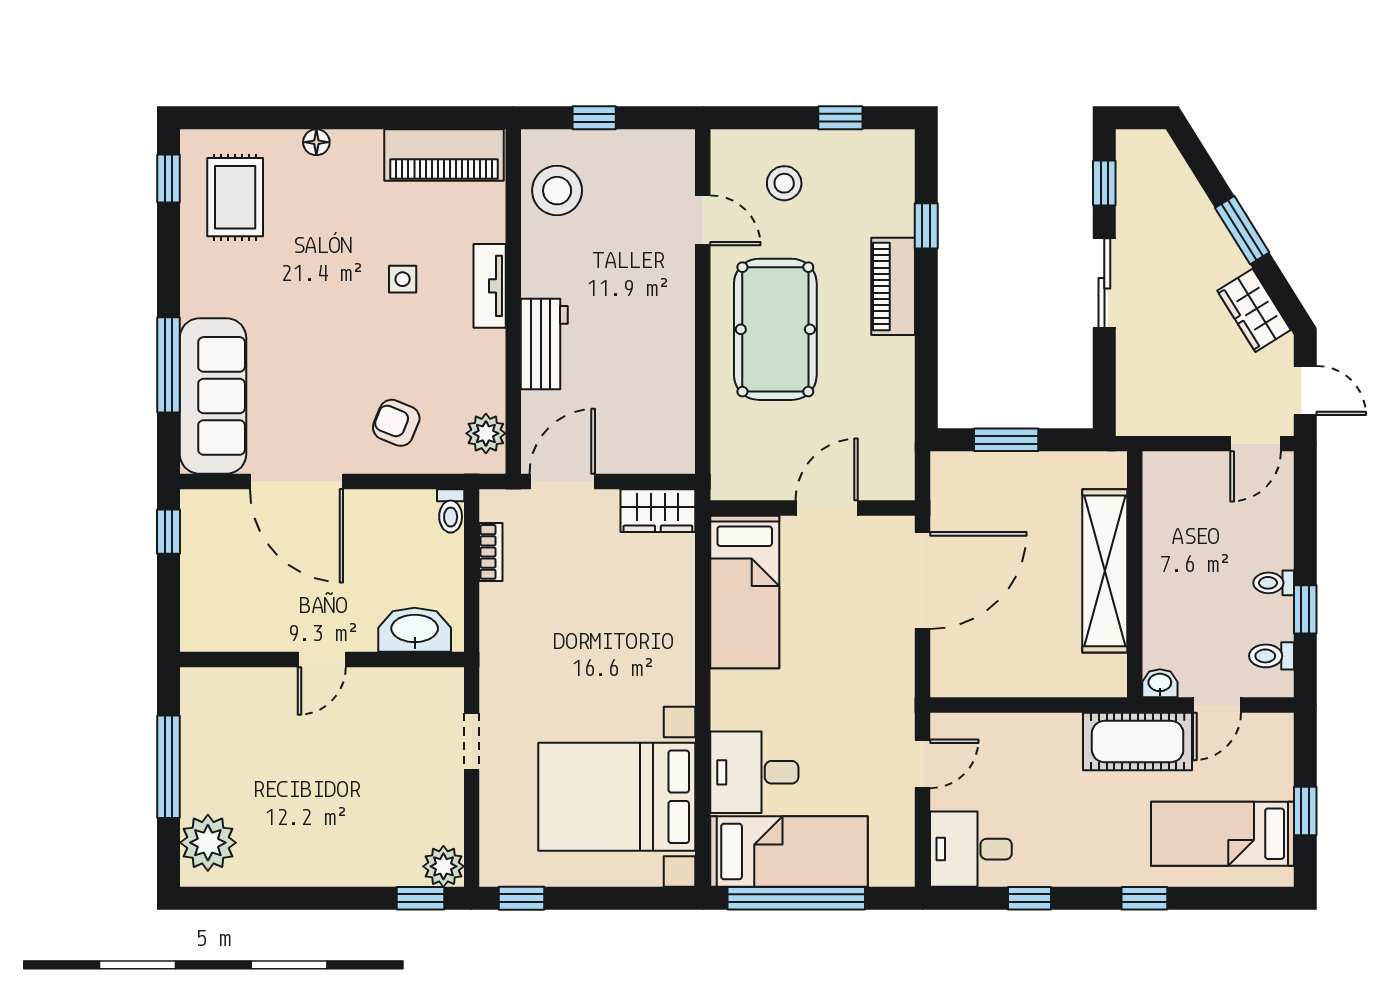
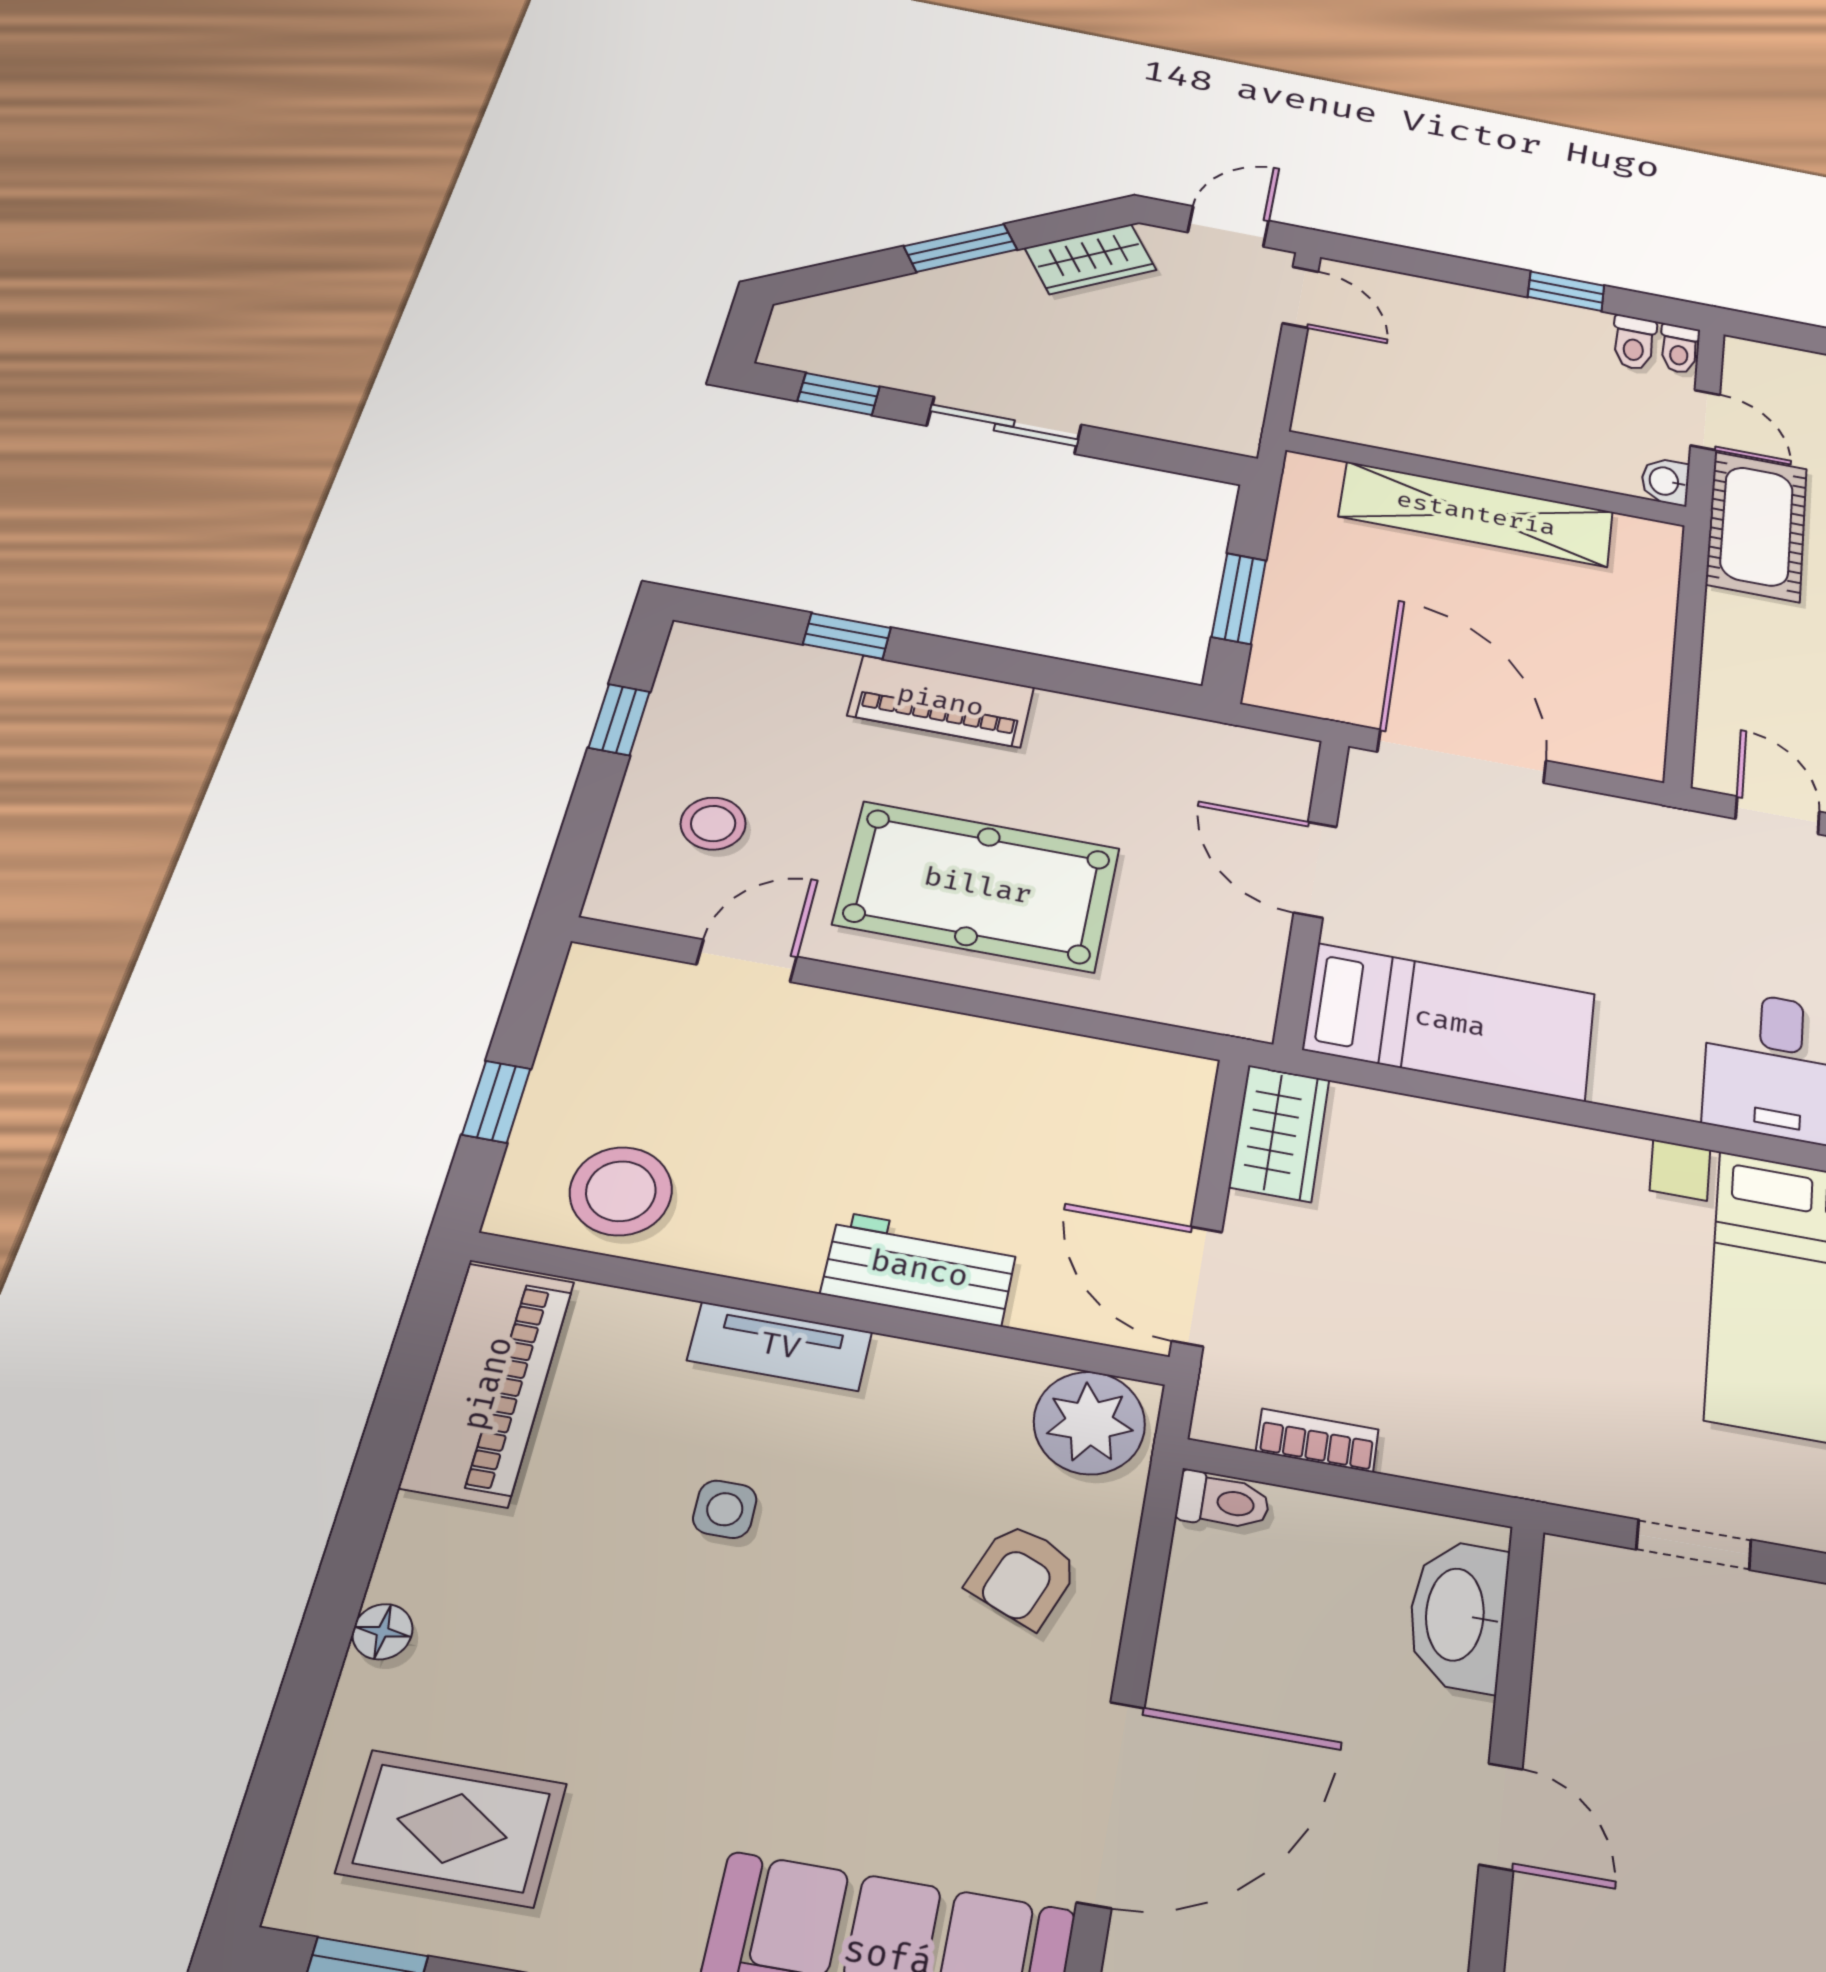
plant: (486, 433) -> (1089, 1423), width x1.36, depth x1.36
toilet: (1274, 583) -> (1679, 349), moved

